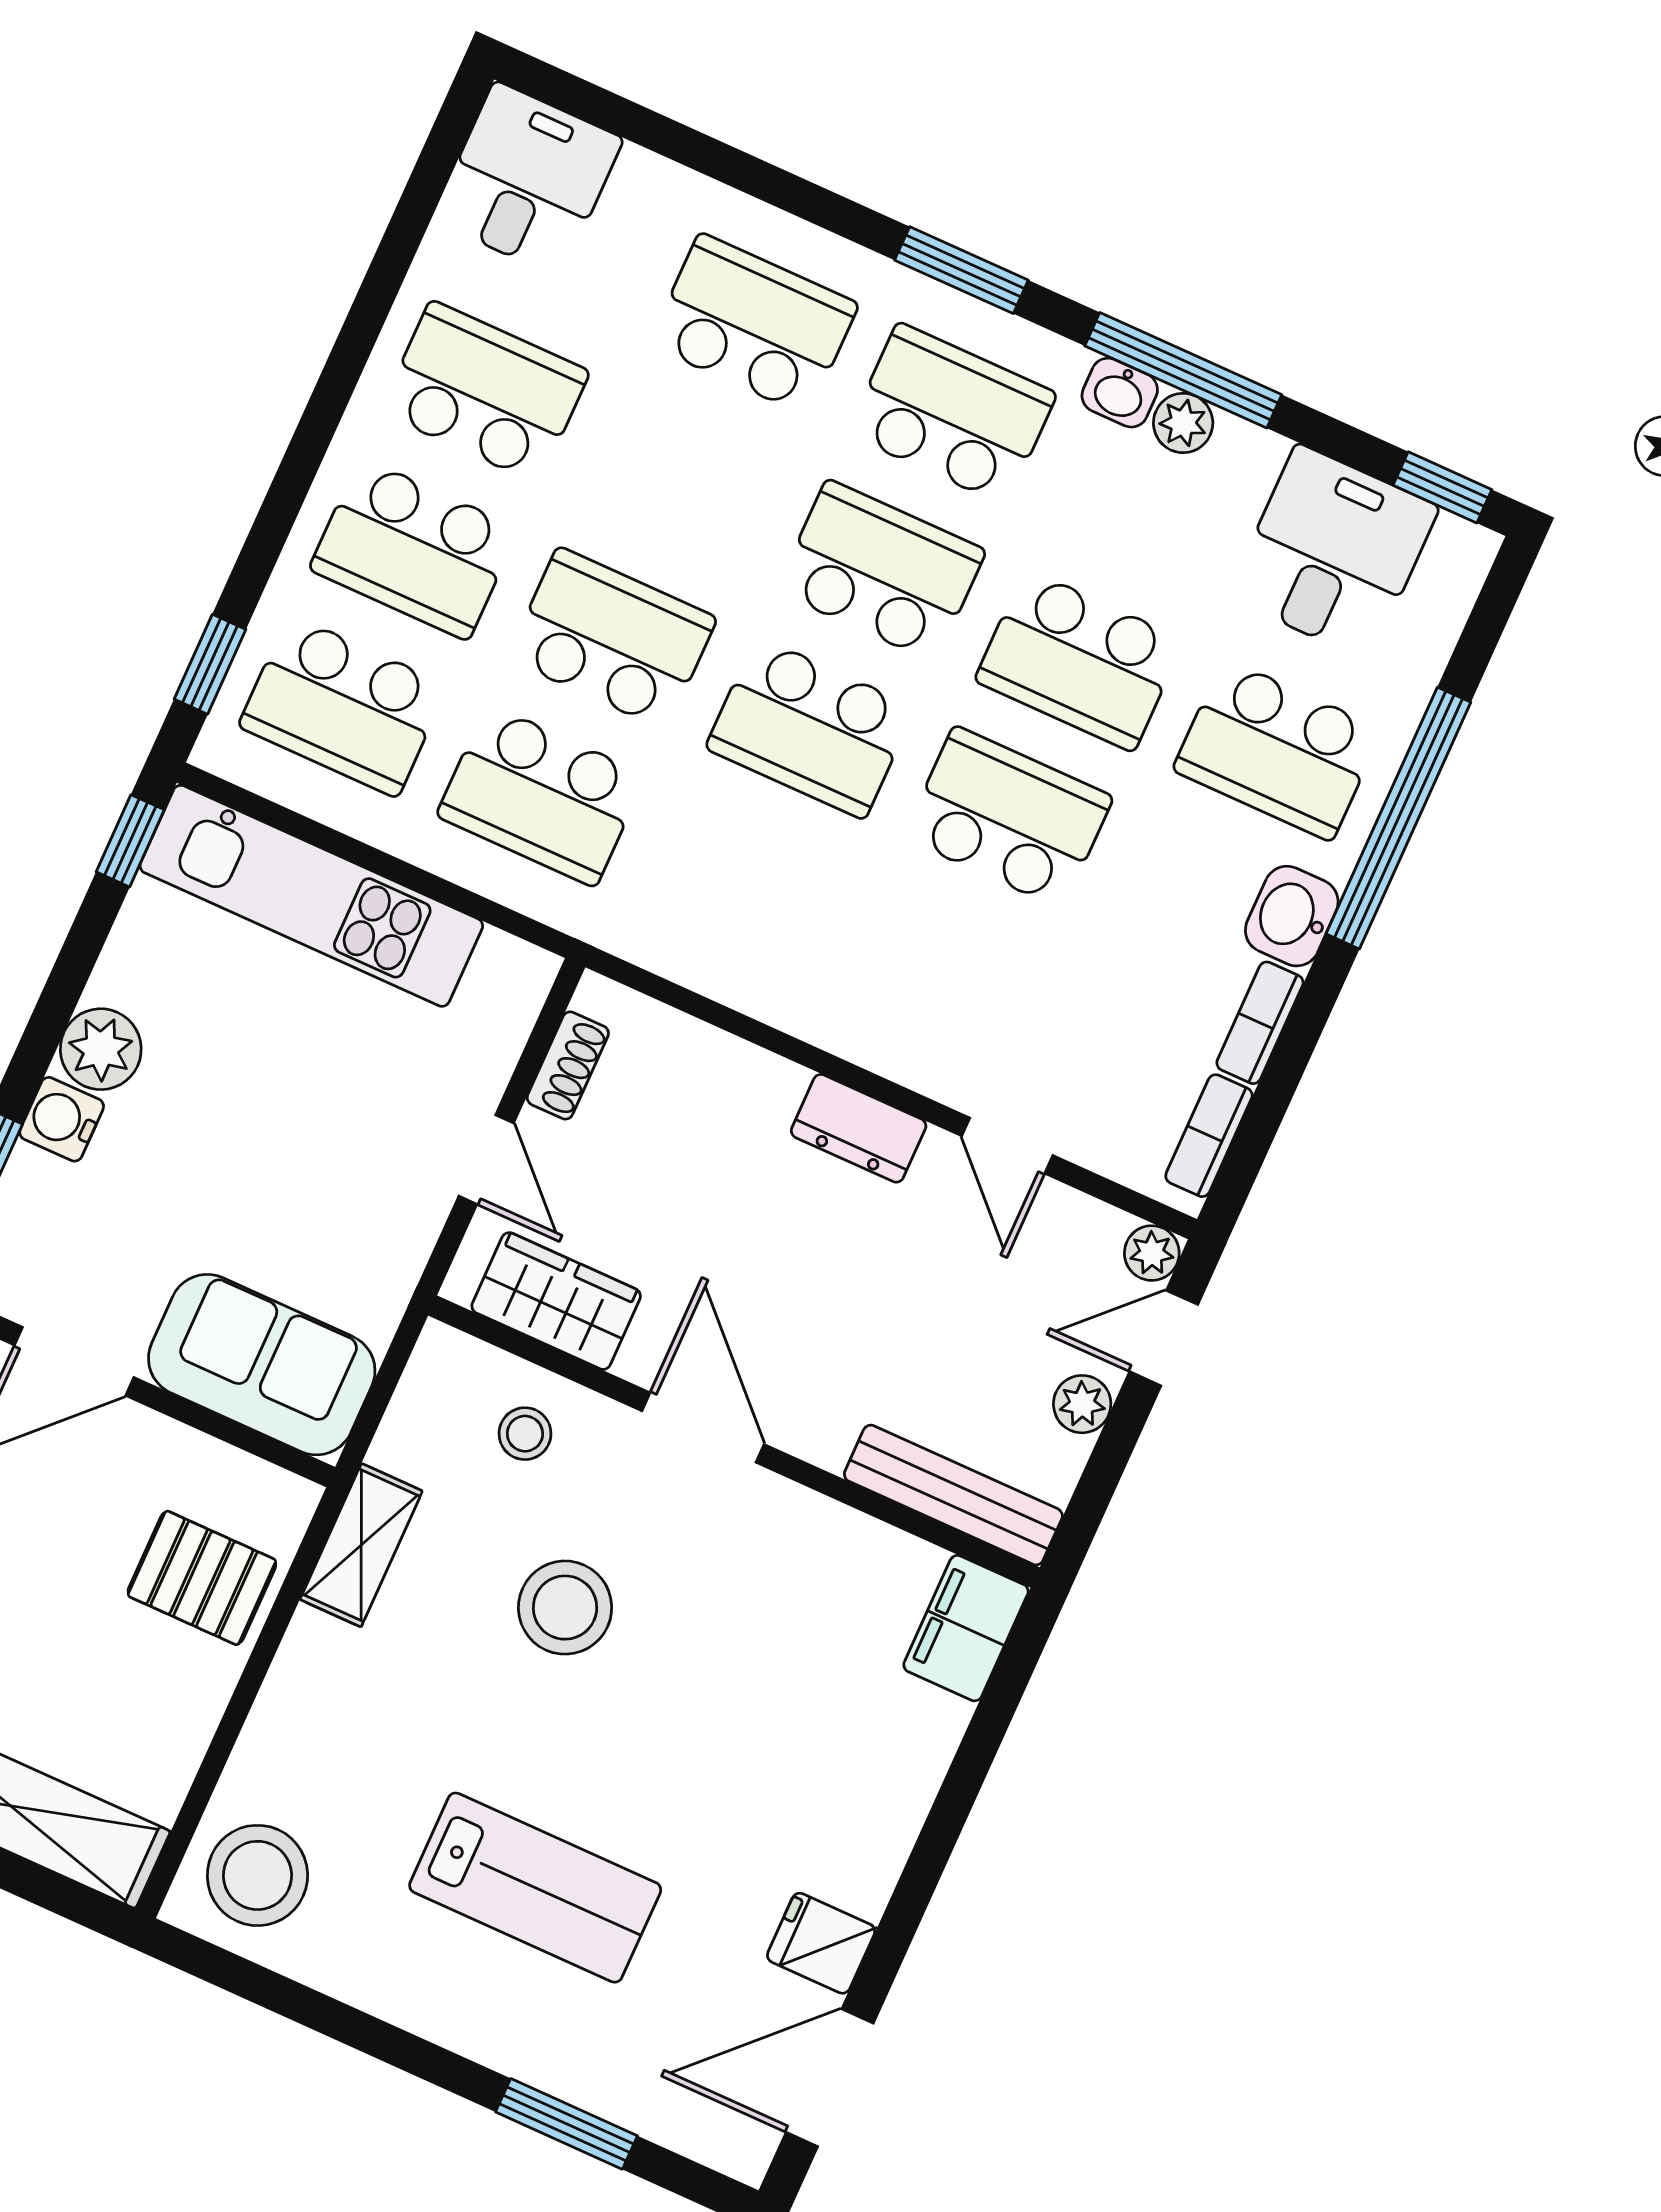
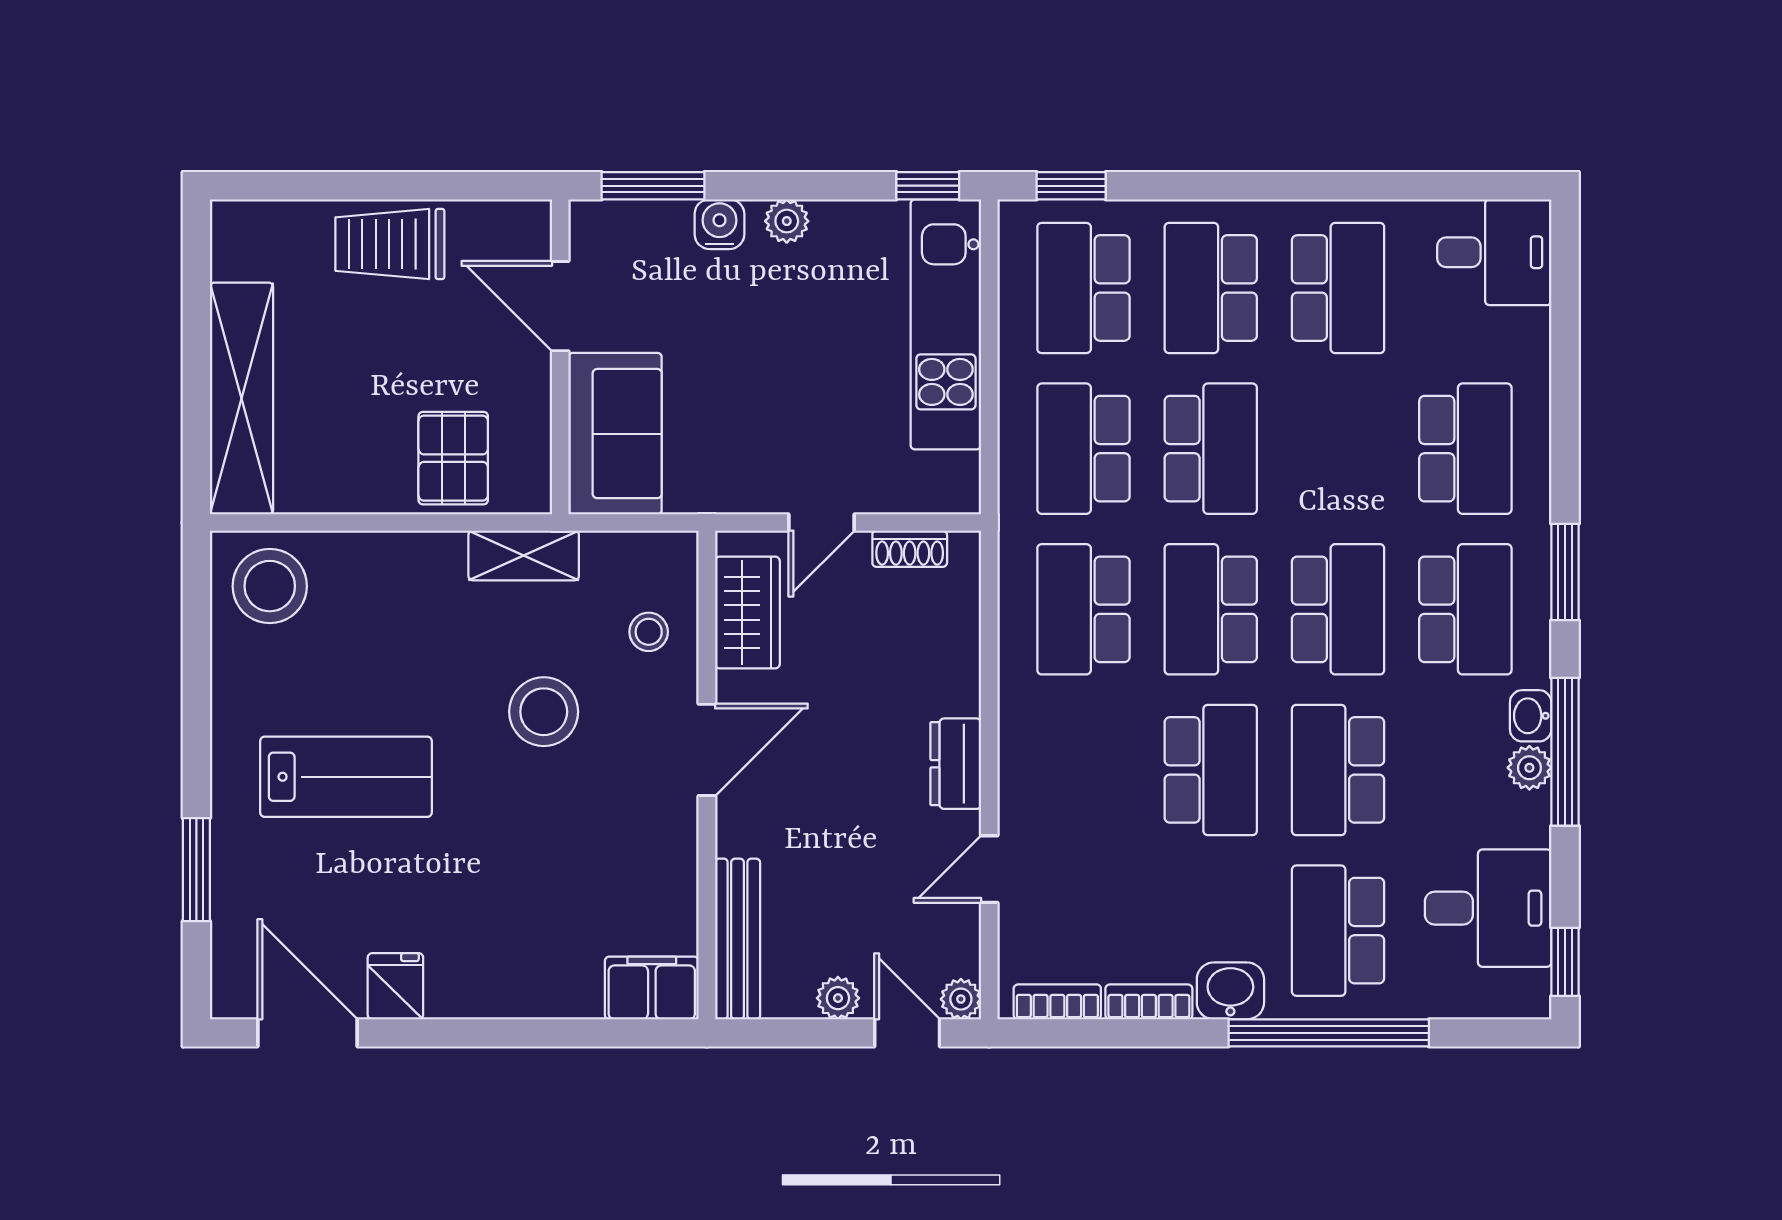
school desk: (739, 885) -> (1083, 609), added
plant: (101, 1049) -> (787, 221), width x0.73, depth x0.73
lab bench: (535, 1888) -> (346, 777), turned -90

